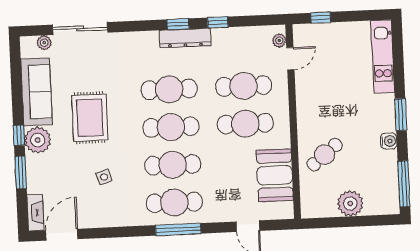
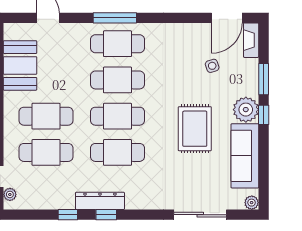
plant: (44, 43) -> (252, 203), moved
side table: (104, 177) -> (212, 66), moved

